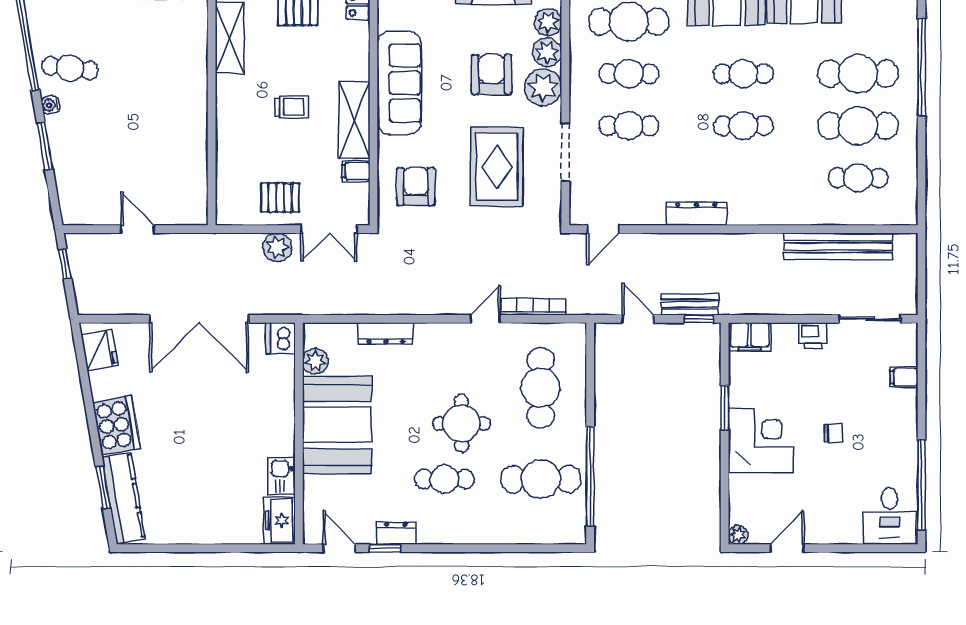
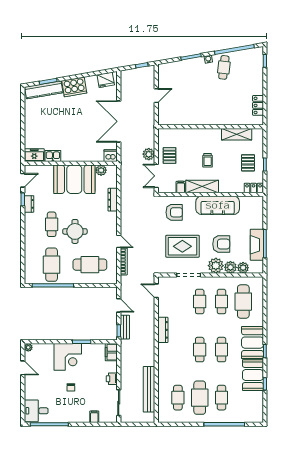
cafe table: (858, 74) -> (222, 398), width x0.73, depth x0.74
door: (638, 319) -> (119, 305), hinge flipped

